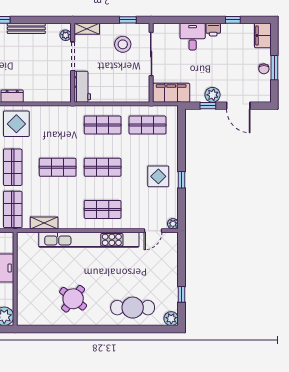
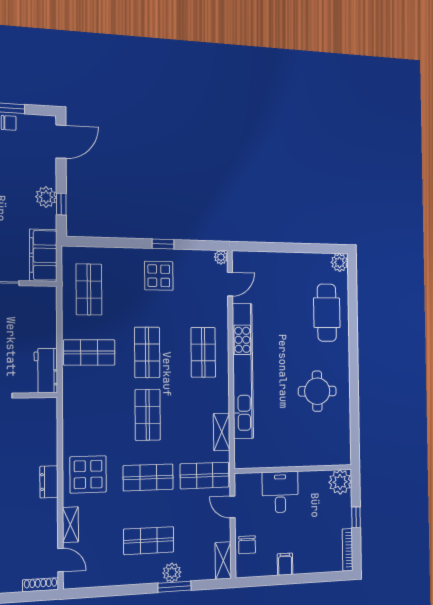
workbench: (82, 87) -> (46, 371), moved, turned -90
door: (238, 106) -> (61, 142), moved
shop shelf: (103, 125) -> (89, 352), turned 90
door: (153, 231) -> (230, 284), hinge flipped
window: (182, 294) -> (310, 248), removed
round table: (73, 299) -> (317, 391), turned -38

